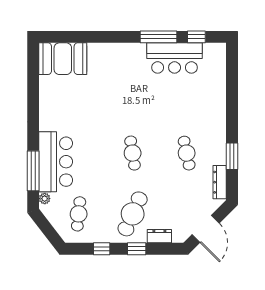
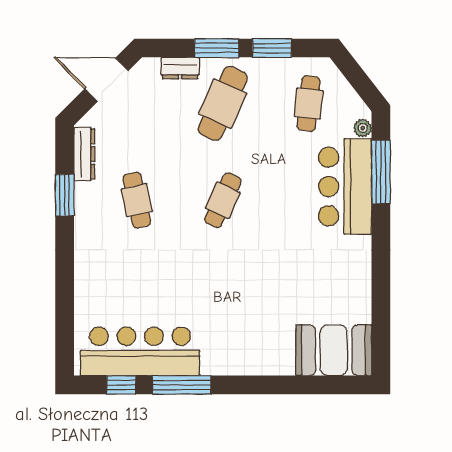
bar counter: (175, 58) -> (140, 351), width x1.36
cafe table: (133, 153) -> (223, 200), turned 33
door: (206, 229) -> (107, 80), hinge flipped
window: (102, 249) -> (272, 48), width x1.50
window: (137, 249) -> (216, 48), width x1.50

